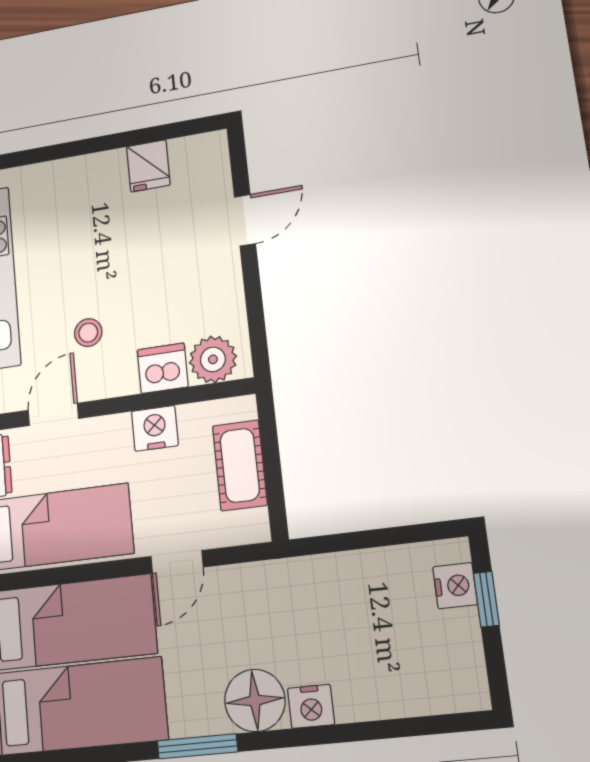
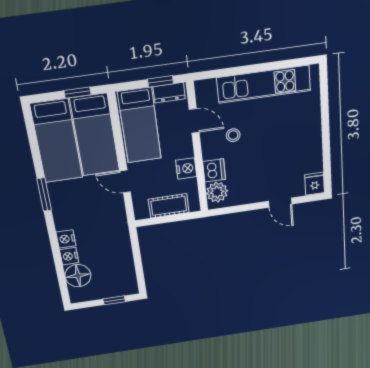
fridge: (148, 166) -> (315, 184), moved, turned 90
nightstand: (455, 586) -> (69, 256), moved, turned 90
floor lamp: (255, 700) -> (78, 276), moved

